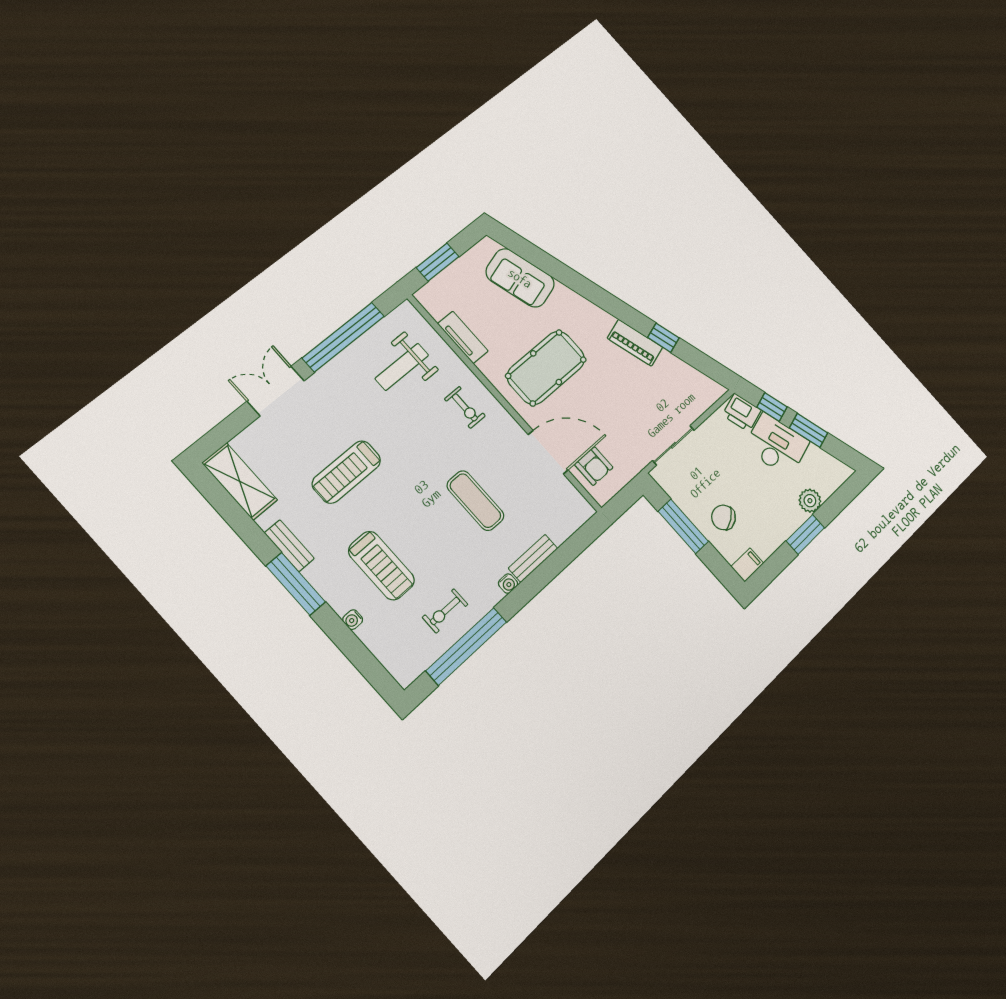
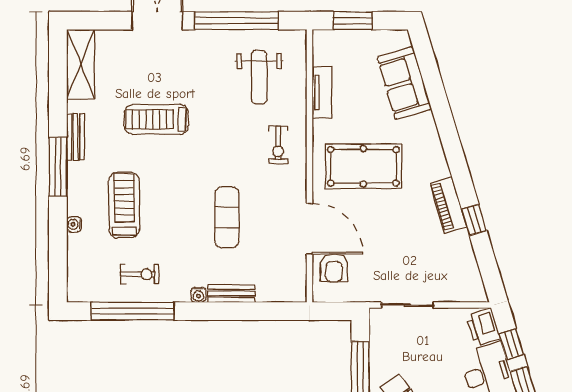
weight bench: (402, 367) -> (259, 77), turned -90
treadmill: (381, 566) -> (124, 205), turned 180
exercise bike: (445, 611) -> (140, 274), turned 180

